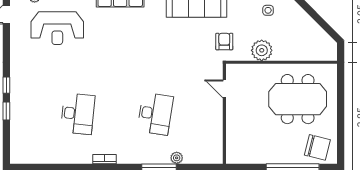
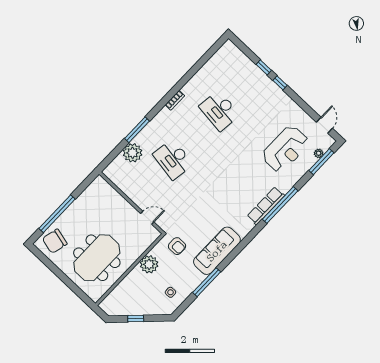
window: (318, 18) -> (136, 319), added
reception desk: (57, 28) -> (285, 149), turned 180
plant: (177, 158) -> (133, 153), width x1.88, depth x1.88

